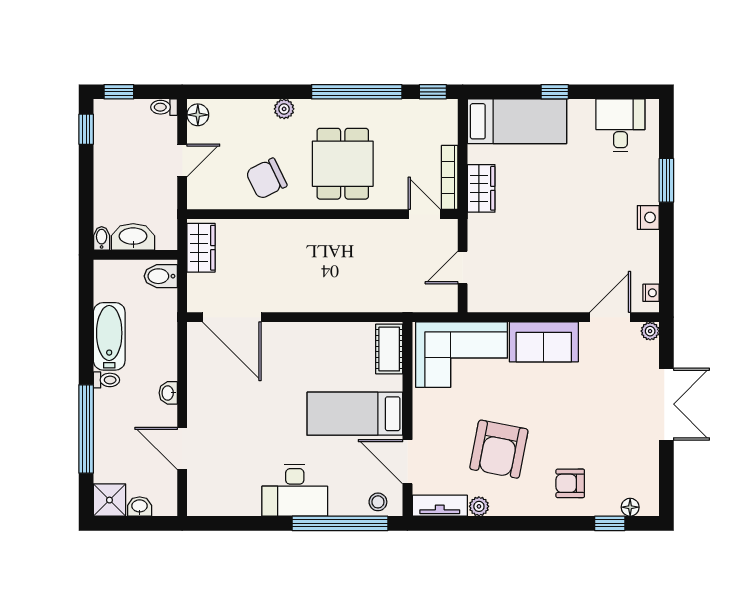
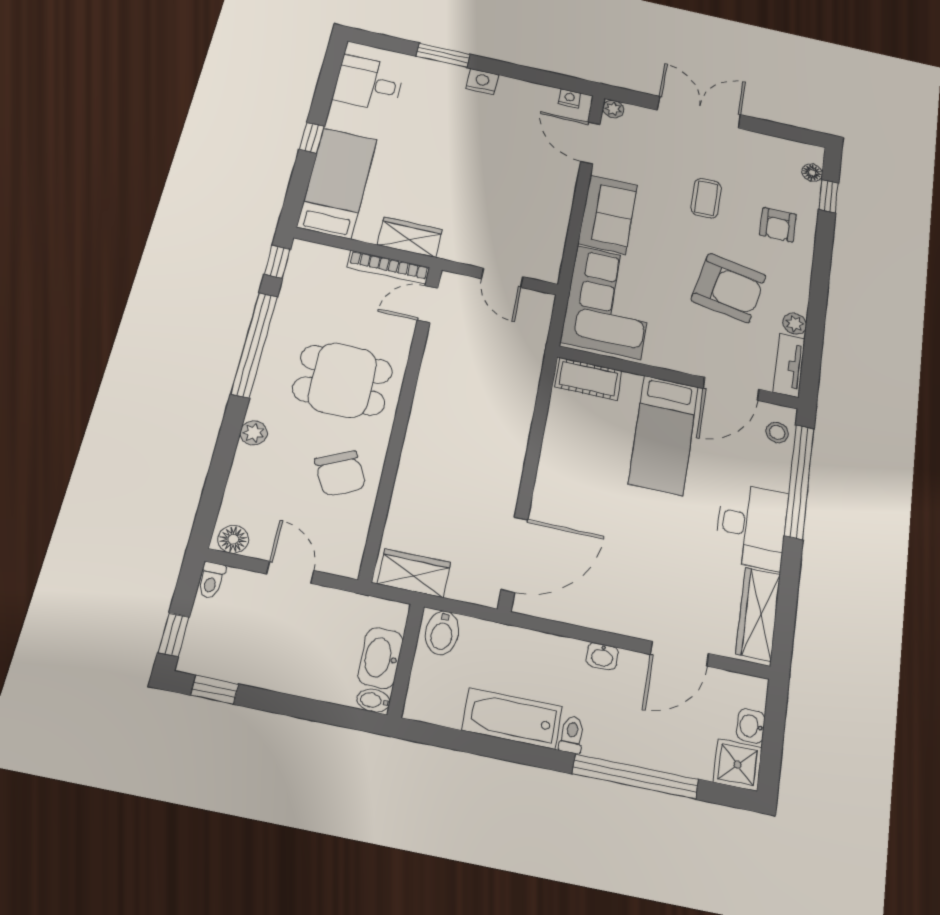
coffee table: (581, 421) -> (706, 198), added
wardrobe: (225, 503) -> (758, 614), added

